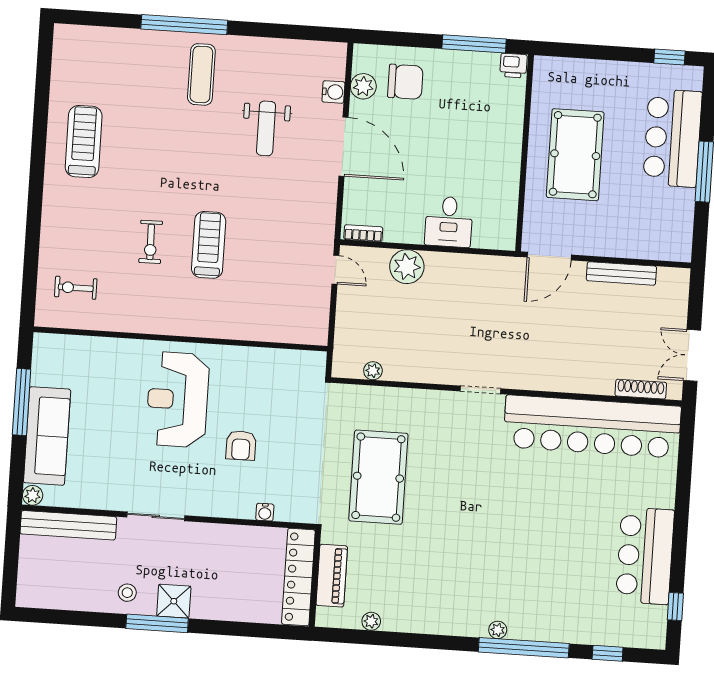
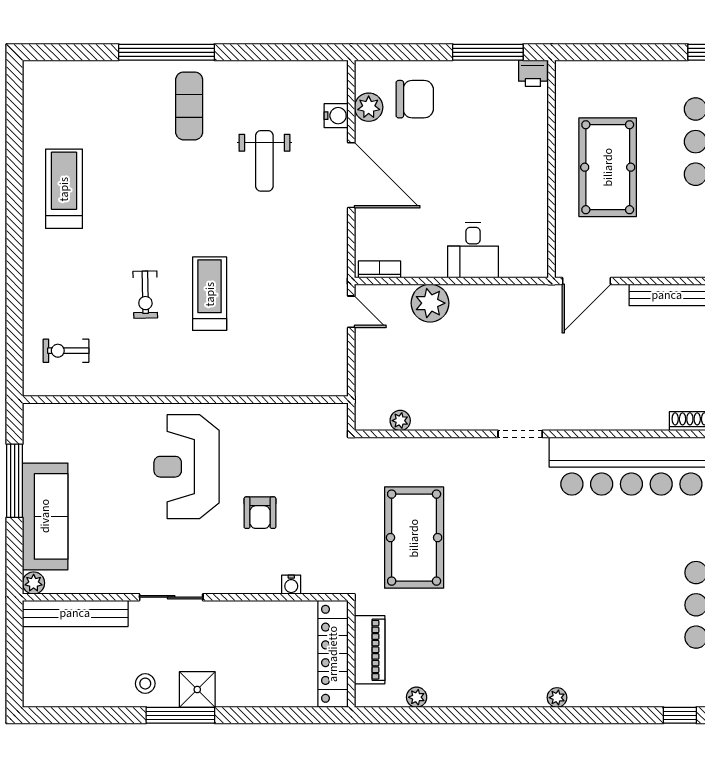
window: (524, 648) -> (587, 715), removed

